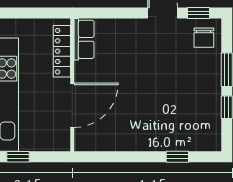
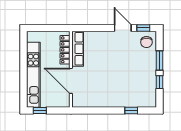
row of seats: (84, 39) -> (78, 49), width x1.48
door: (72, 105) -> (71, 81), swing flipped

